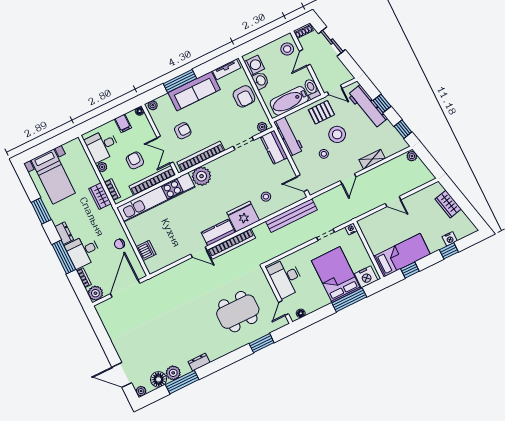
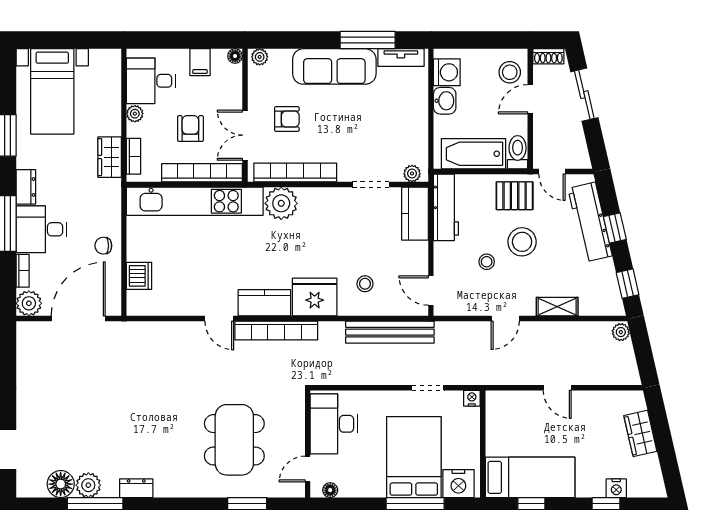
window: (180, 81) -> (368, 40), moved
armchair: (244, 96) -> (407, 113), removed
dining table: (238, 312) -> (234, 440), turned 90
plant: (141, 391) -> (25, 489), removed

